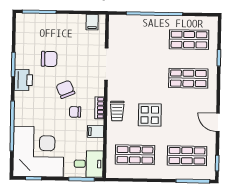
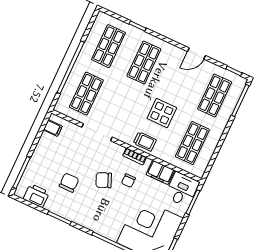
shop shelf: (137, 39) -> (86, 94), added
printer: (23, 80) -> (36, 196), moved
filing cabinet: (95, 132) -> (160, 172), width x2.00

